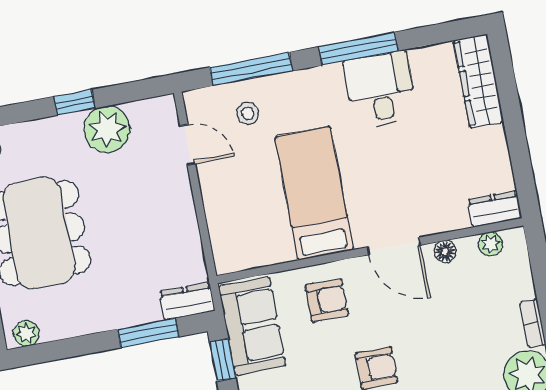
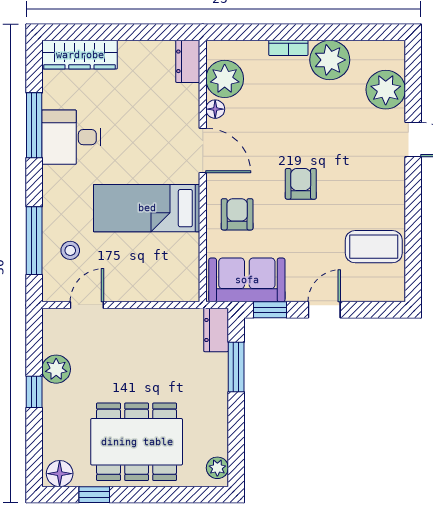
window: (358, 49) -> (34, 125), moved
plant: (107, 129) -> (56, 369), width x0.73, depth x0.73
plant: (491, 244) -> (225, 79), width x1.88, depth x1.88
door: (394, 246) -> (203, 150), hinge flipped

